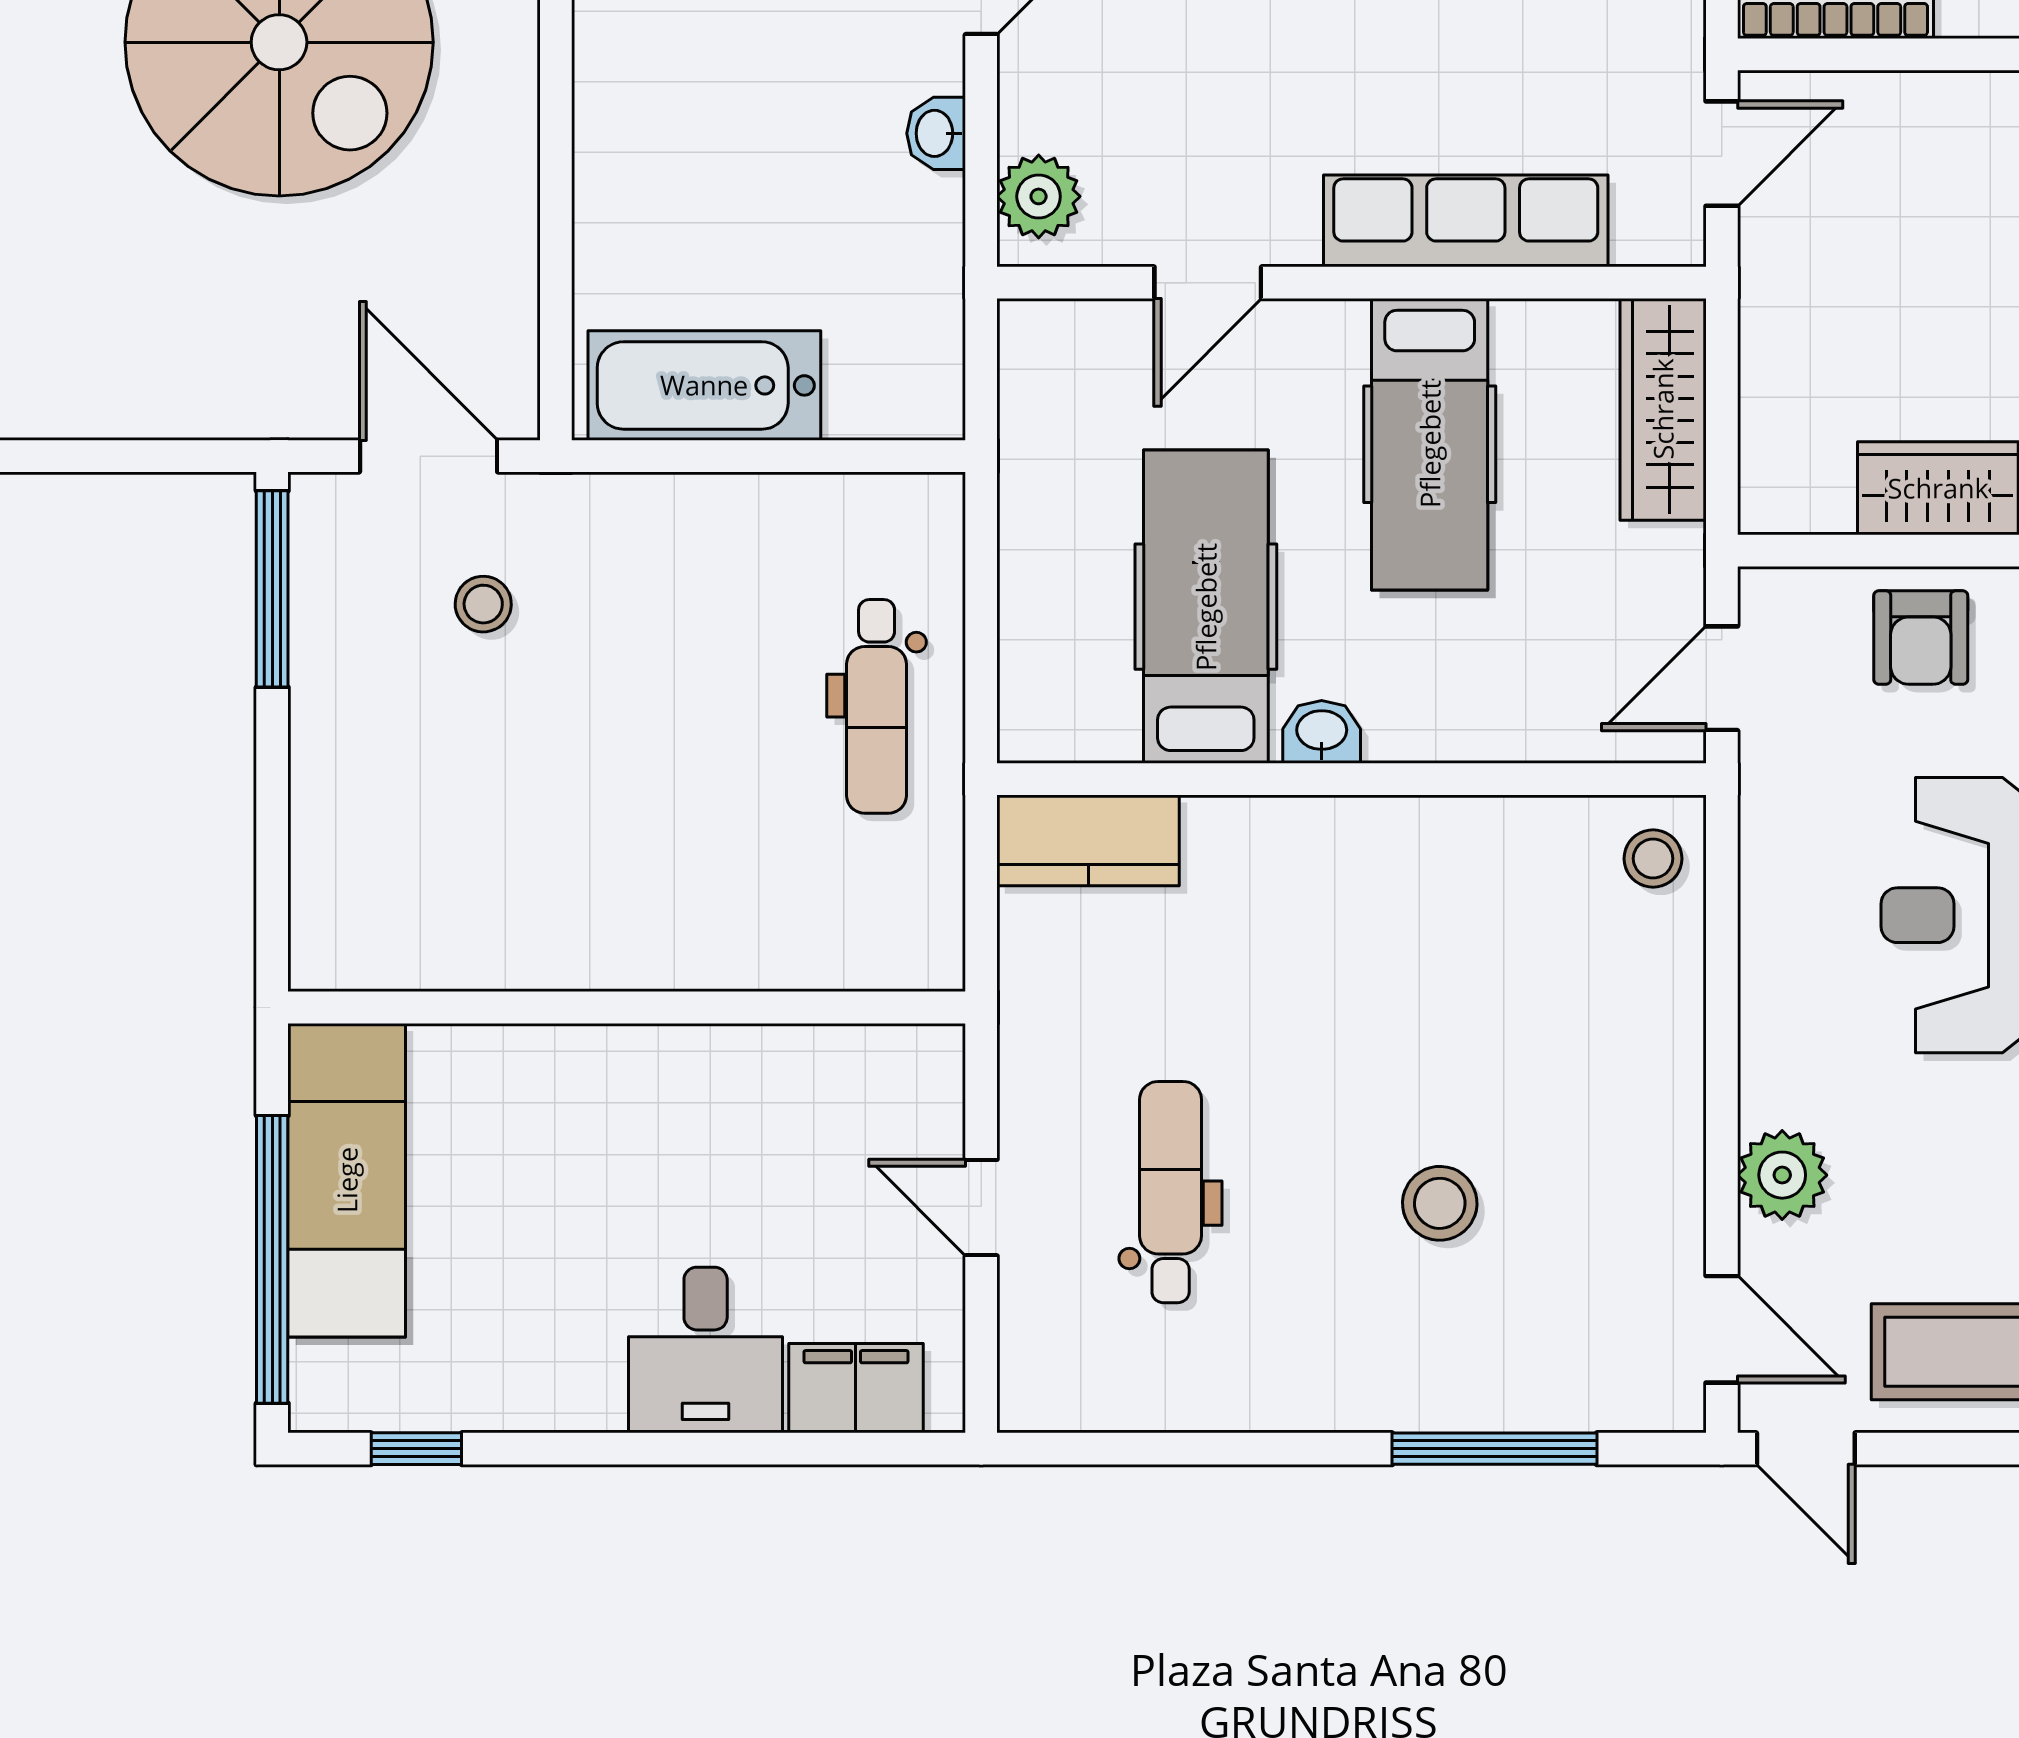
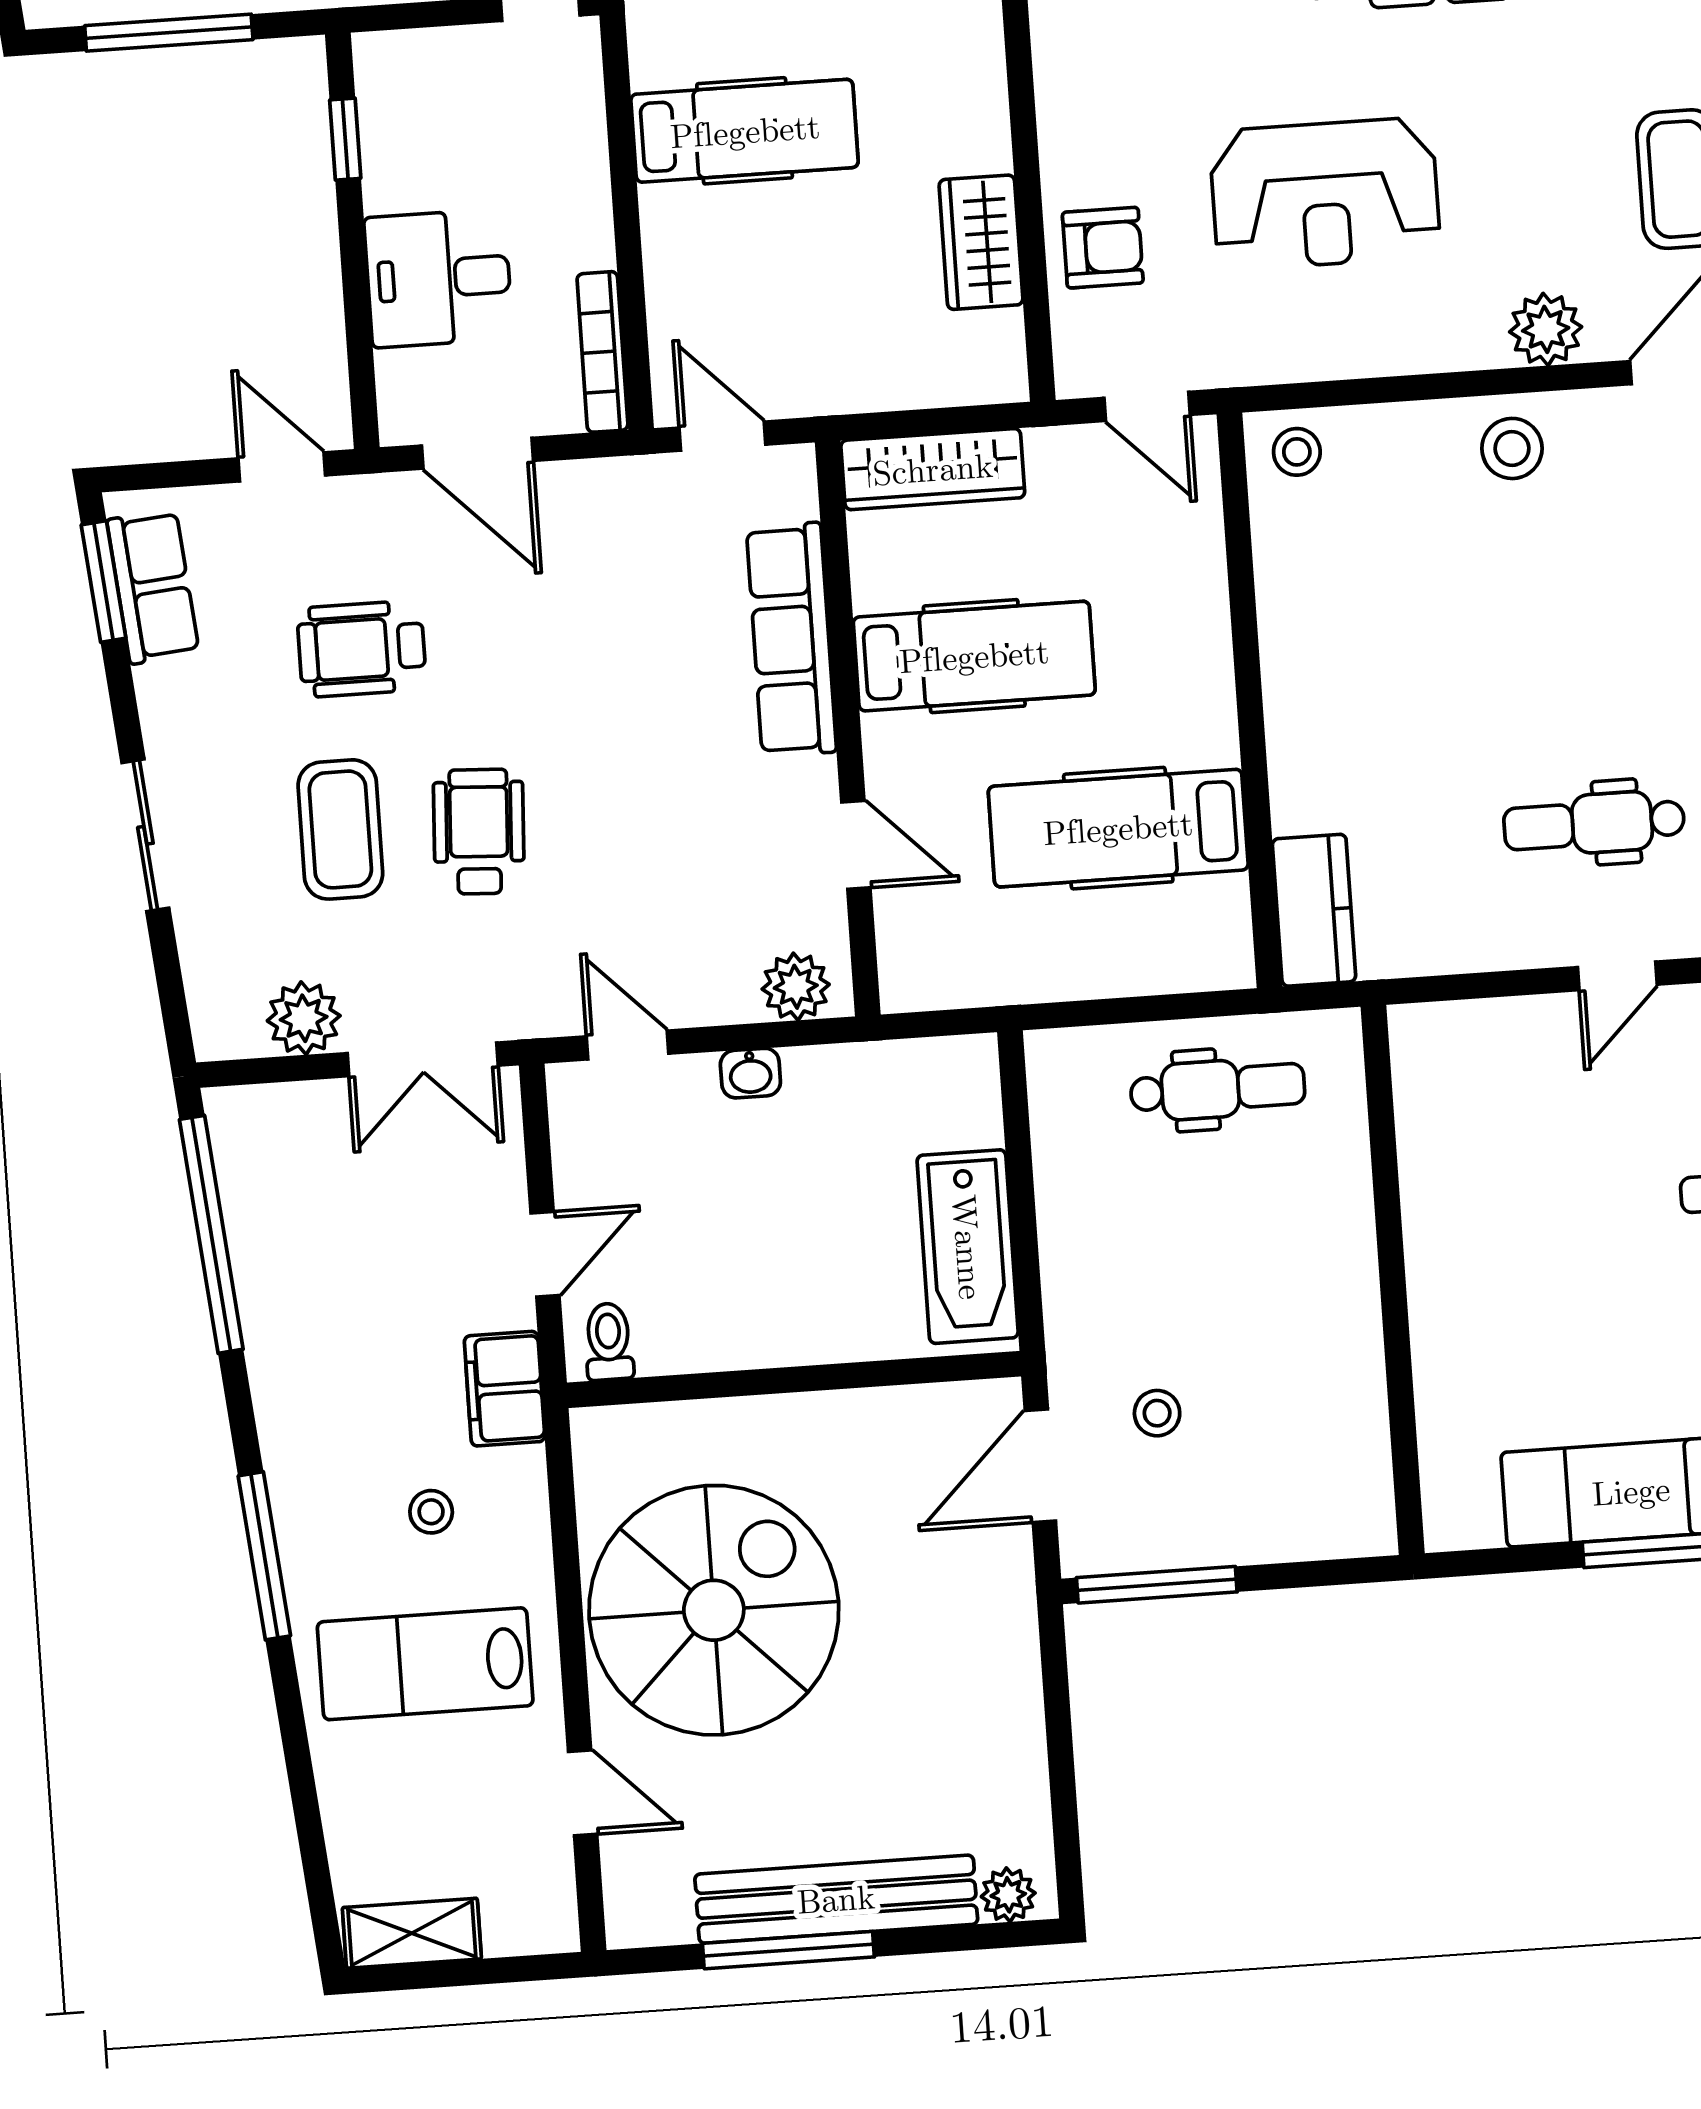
washbasin: (1322, 732) -> (1213, 727), removed
wall: (627, 1007) -> (1393, 1280), moved
stool: (1440, 1203) -> (1512, 448), moved

